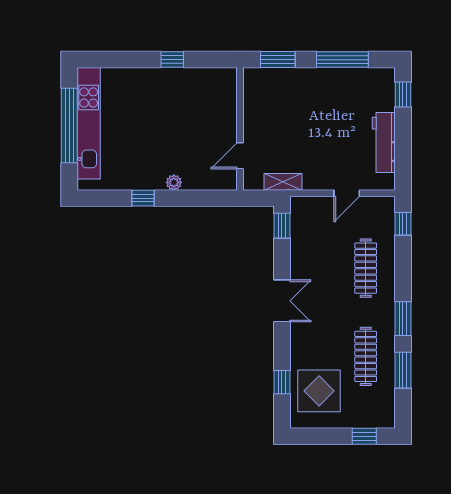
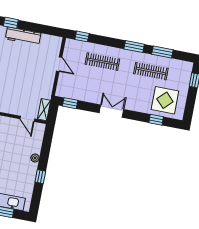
workbench: (384, 143) -> (23, 36), moved
shelving: (283, 182) -> (44, 110), moved

